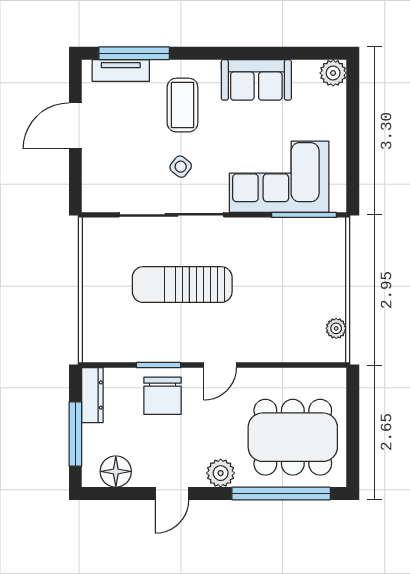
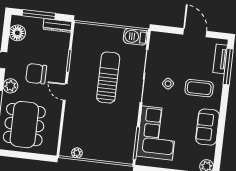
barbecue: (97, 240) -> (136, 37), added
chair: (162, 396) -> (36, 74), moved

